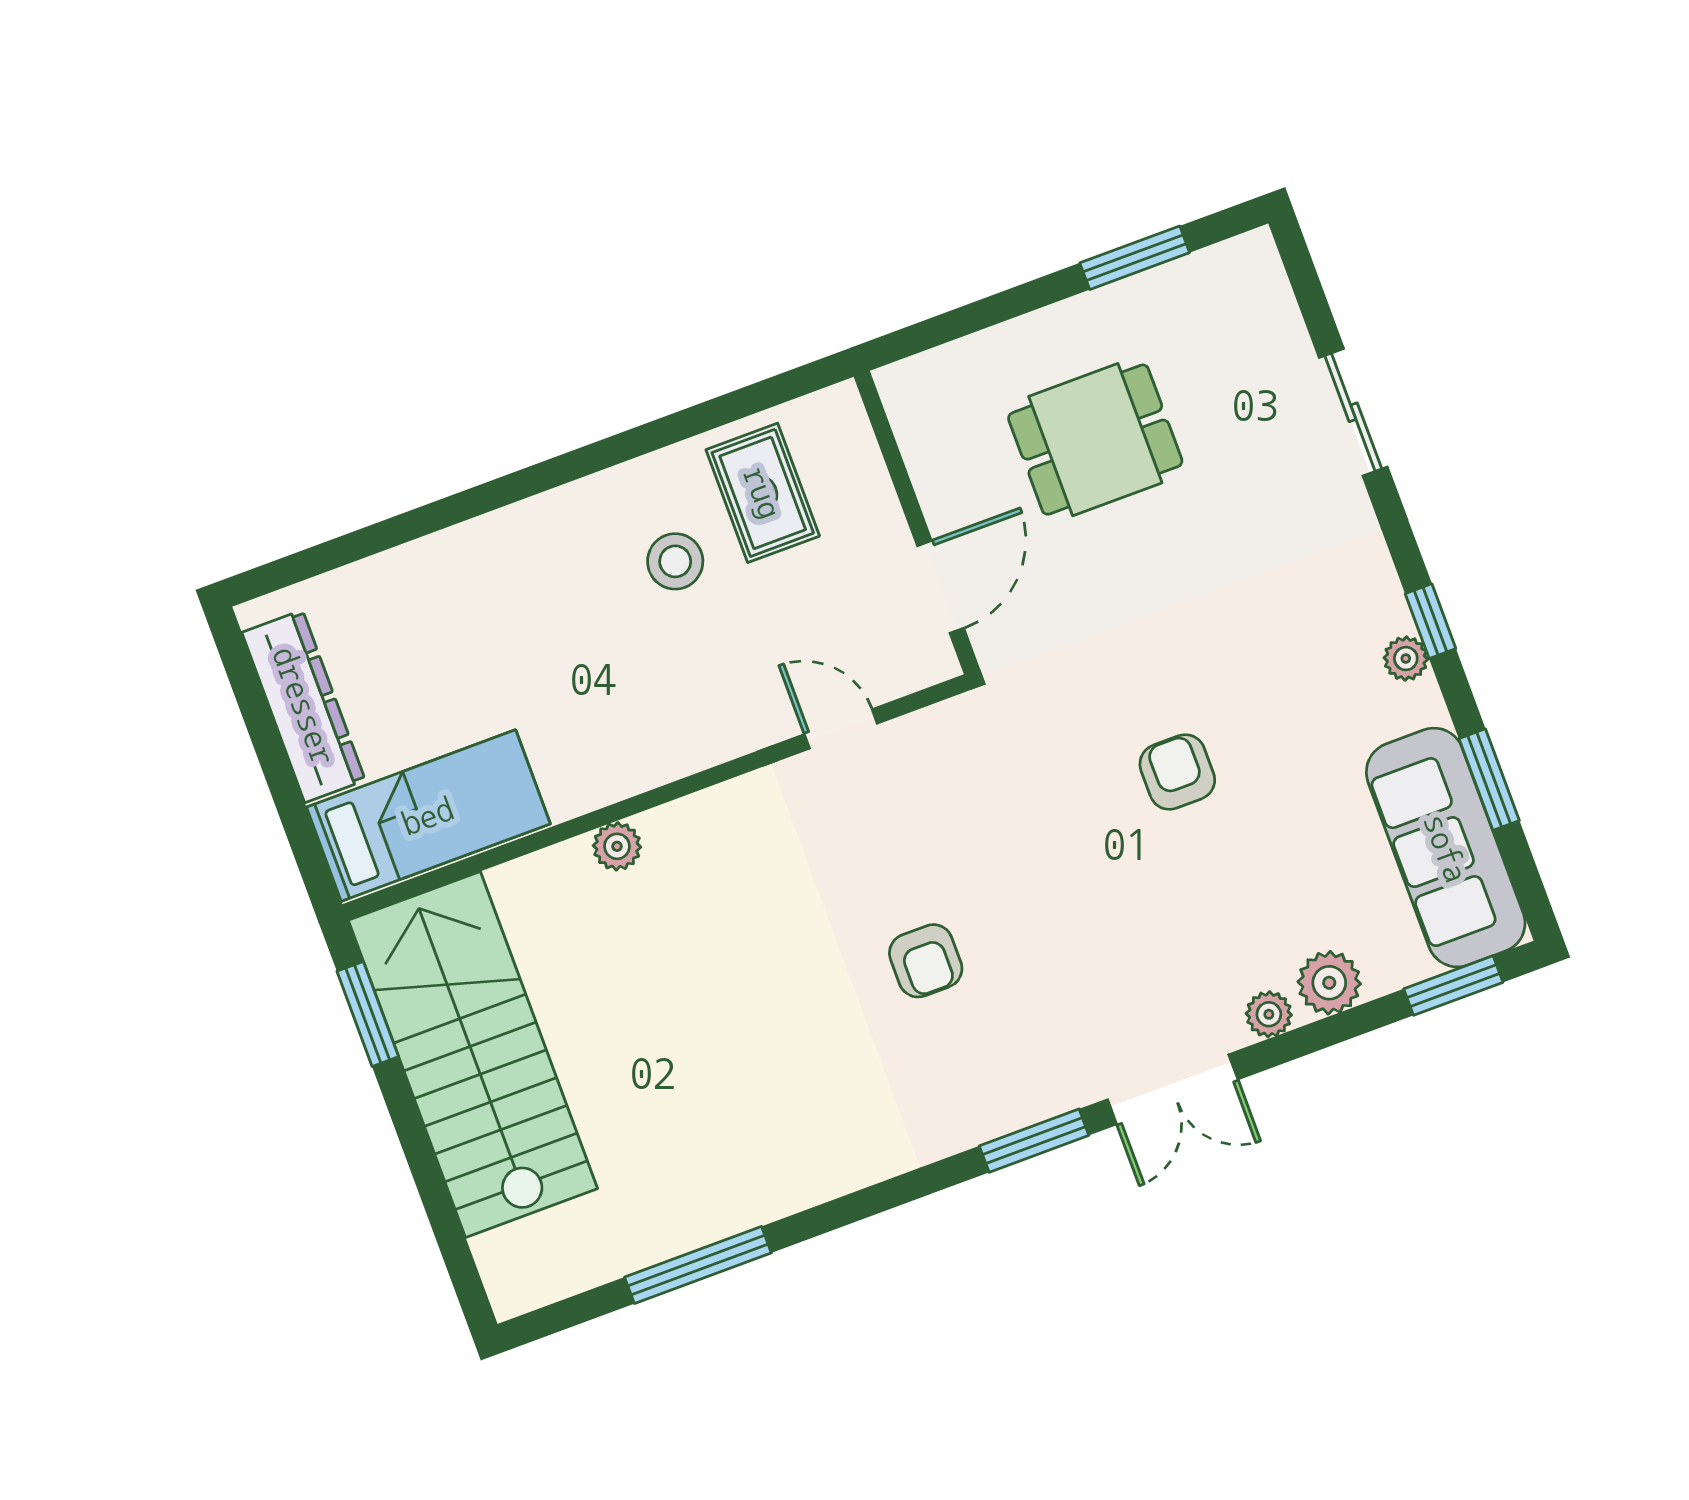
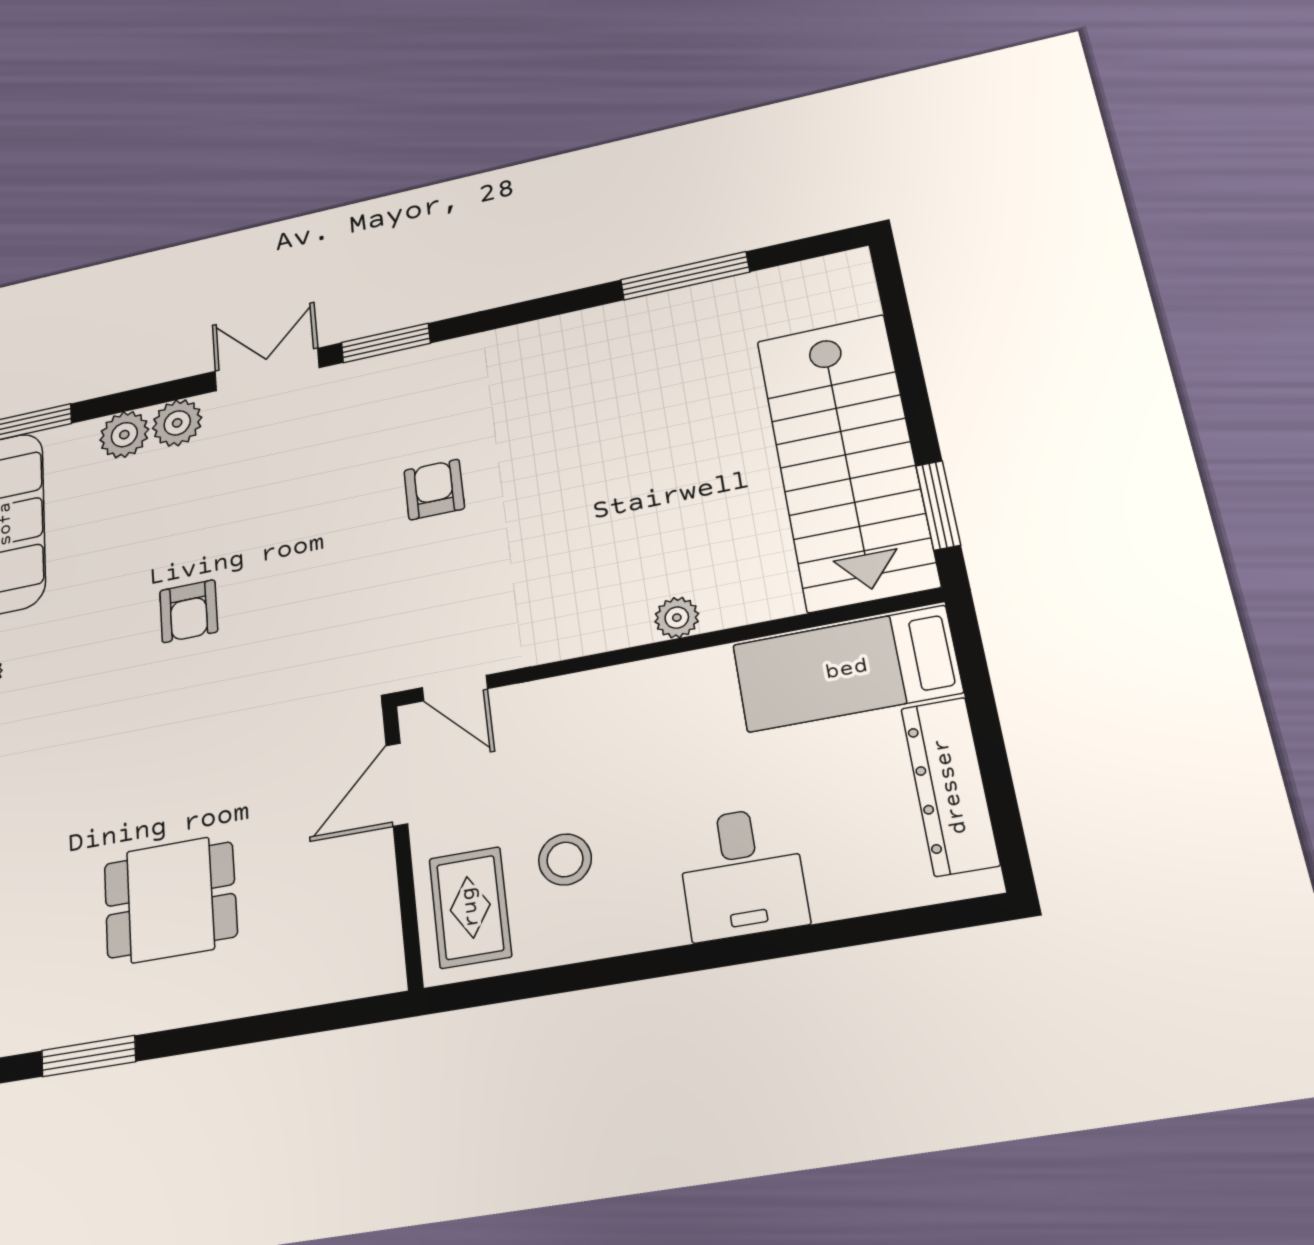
wall: (917, 523) -> (402, 845), moved
desk: (491, 580) -> (742, 873), added
door: (941, 587) -> (397, 784), moved
plant: (1269, 1014) -> (177, 423), width x1.38, depth x1.38

